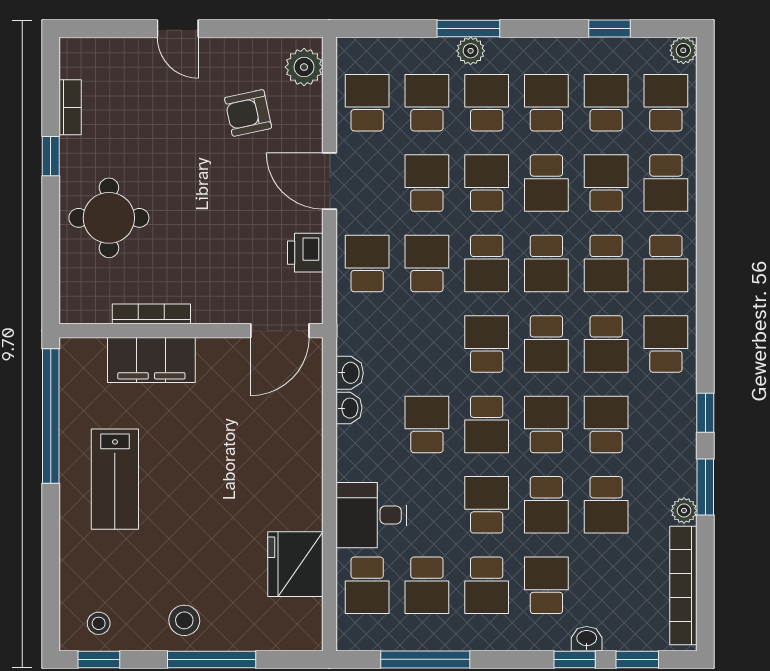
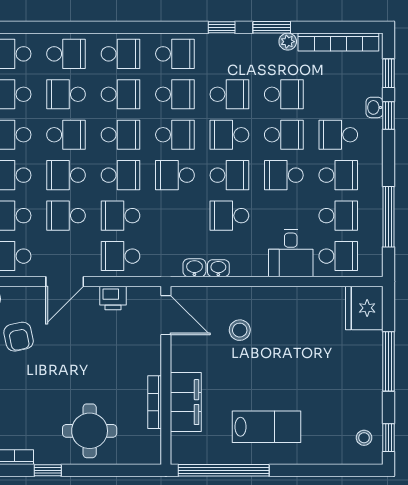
school desk: (666, 344) -> (175, 54), turned 180
school desk: (606, 424) -> (229, 94), turned 180
fridge: (295, 564) -> (364, 308), moved, turned 90
stool: (184, 620) -> (240, 330), moved

